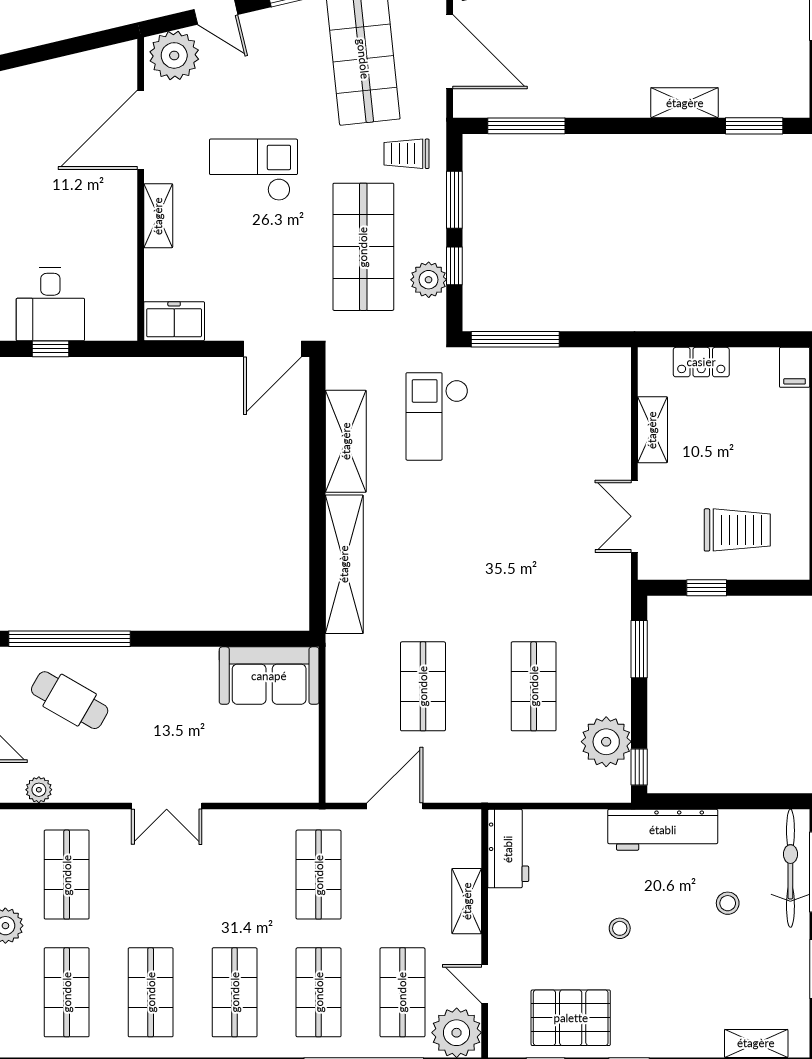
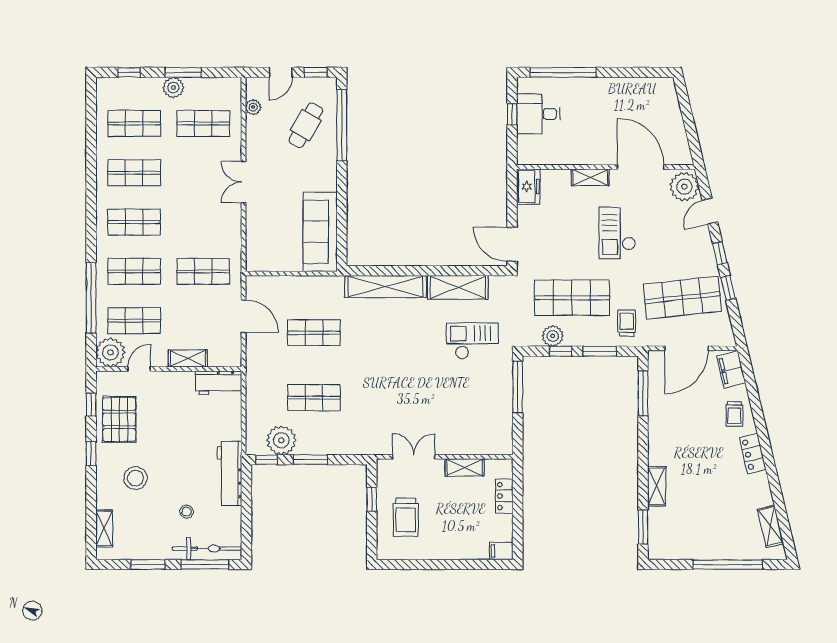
checkout: (253, 170) -> (617, 233), turned 180
window: (639, 649) -> (311, 460), moved
sofa: (269, 676) -> (320, 232), width x1.36
stool: (620, 928) -> (135, 478), moved, width x1.89, depth x1.89

